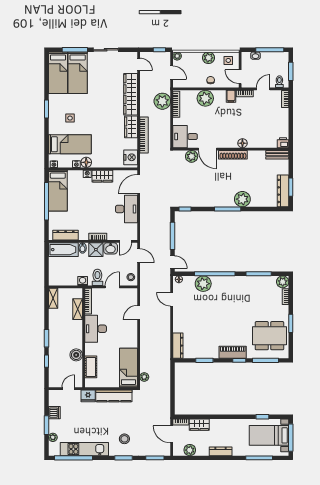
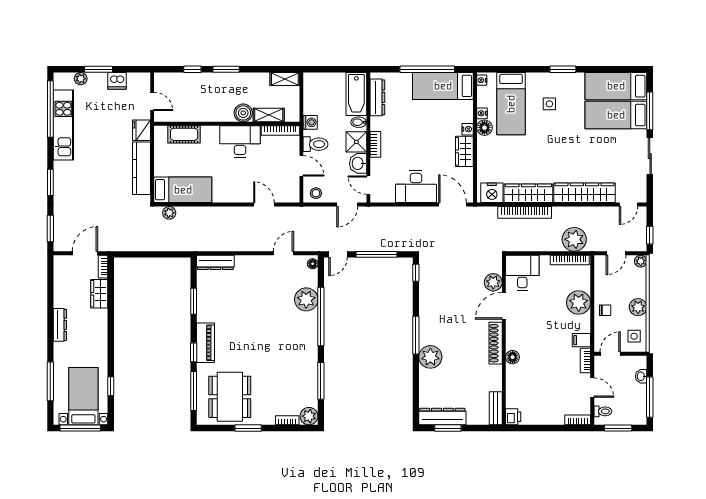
wardrobe: (131, 127) -> (528, 193), width x1.50
boiler: (76, 355) -> (243, 113), moved
stool: (124, 439) -> (78, 184), removed
plant: (190, 450) -> (62, 280), removed

